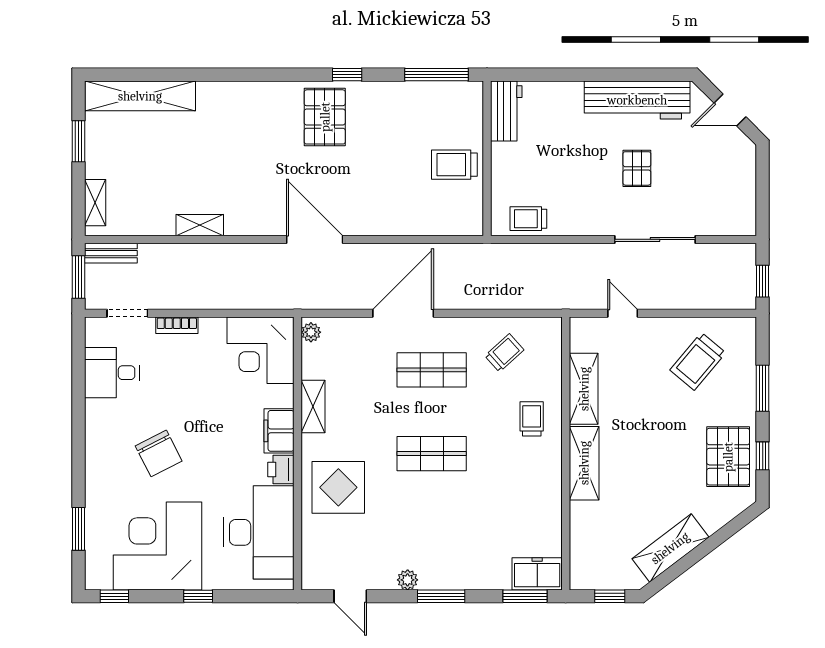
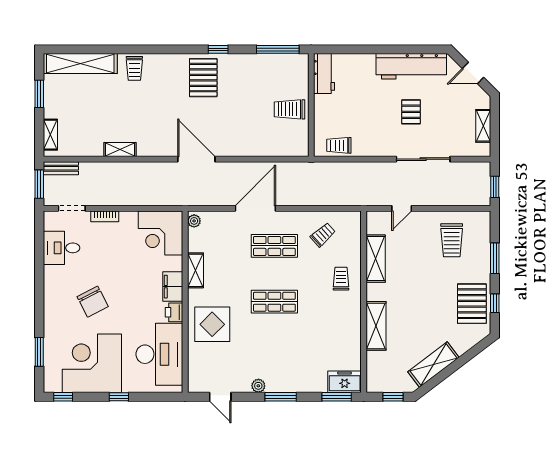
trolley: (221, 103) -> (134, 68), added
shelving: (745, 189) -> (483, 126), added
door: (623, 313) -> (402, 208), swing flipped
trolley: (698, 361) -> (452, 240), turned -40
shelving: (584, 463) -> (376, 326), moved

